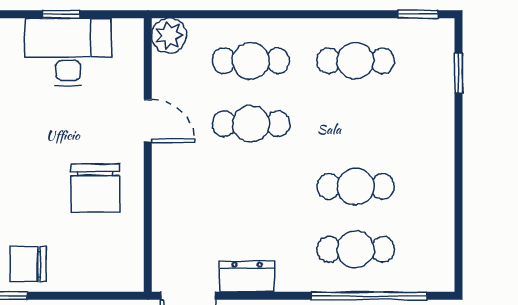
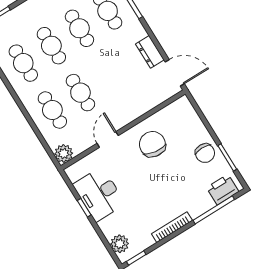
cafe table: (356, 124) -> (51, 46), added
chair: (95, 188) -> (152, 144), turned -81

